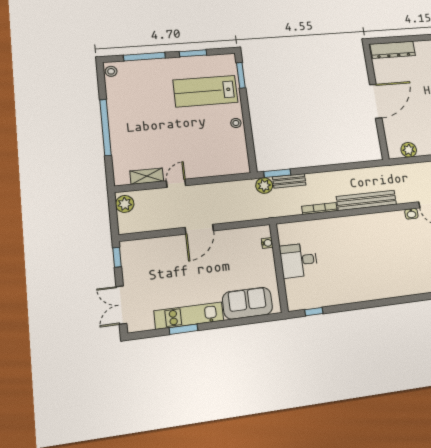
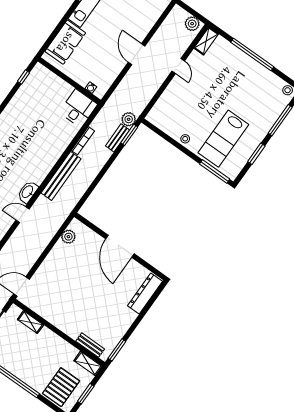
window: (241, 75) -> (215, 171), width x1.44
lab bench: (205, 91) -> (223, 139), turned 180
shelving: (147, 176) -> (206, 41), moved
washbasin: (411, 214) -> (28, 192), width x1.91, depth x1.45
desk: (299, 260) -> (78, 108), moved

